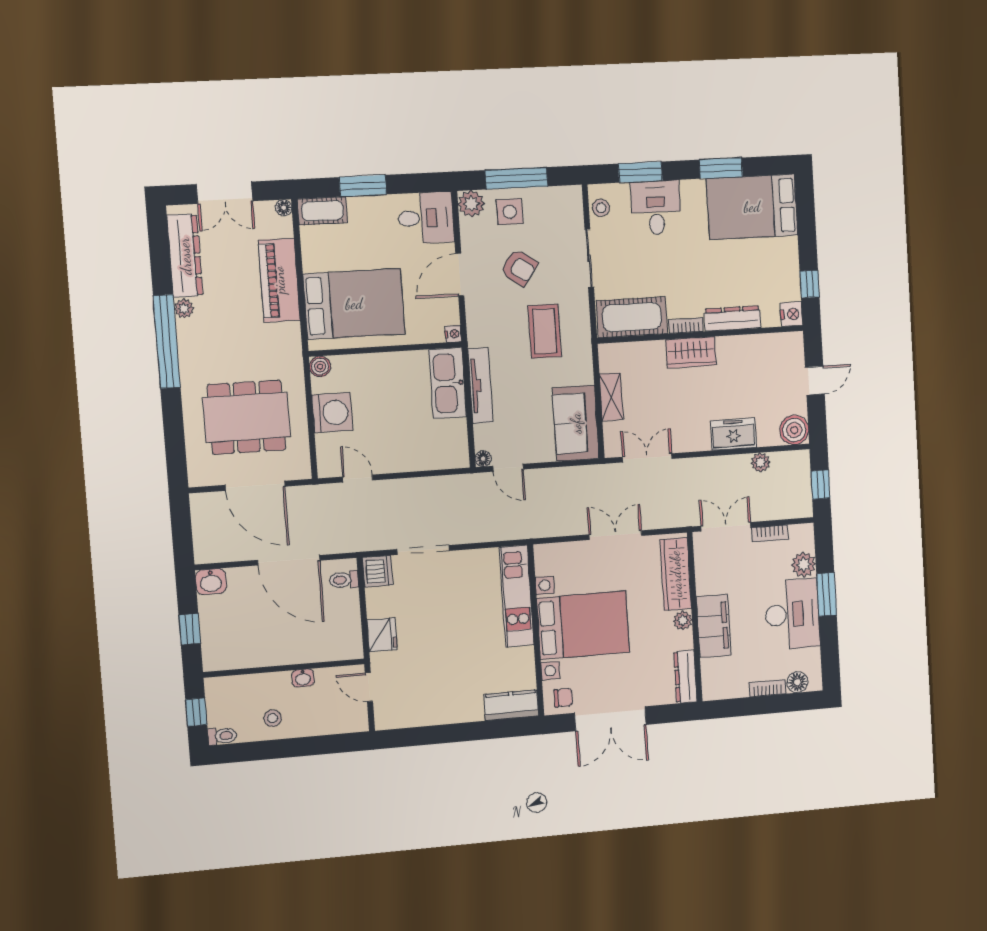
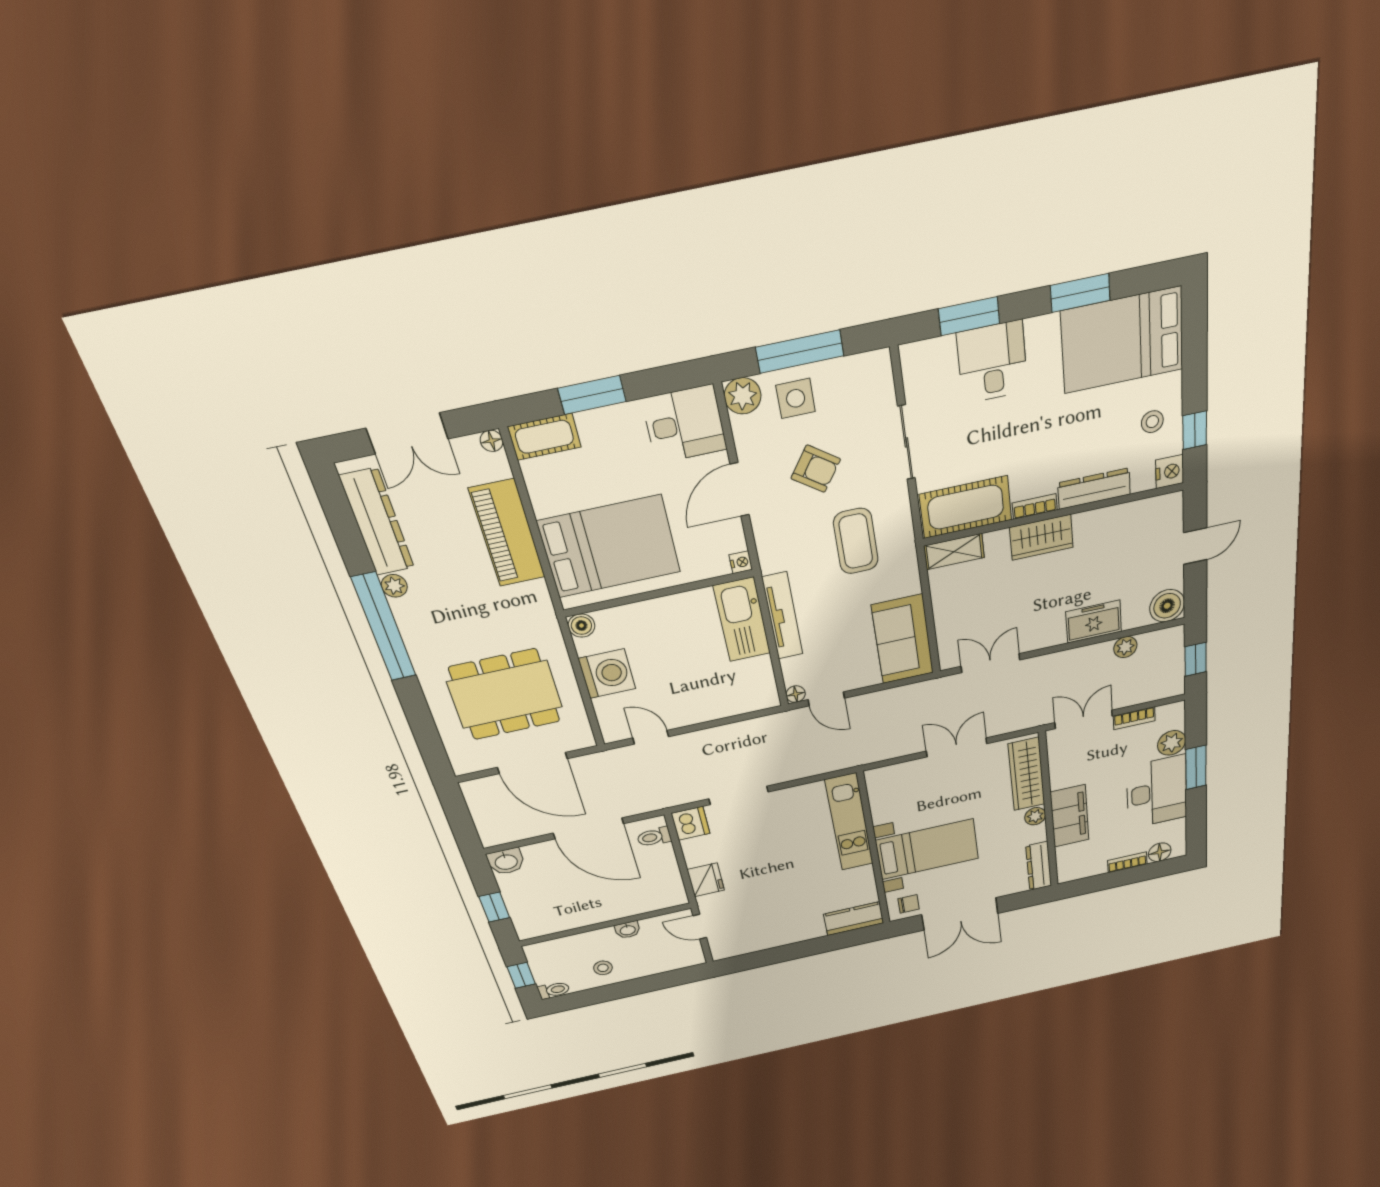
stool: (601, 208) -> (1152, 422), moved
shelving: (611, 397) -> (954, 552), moved, turned 90
bed with nightstands: (583, 625) -> (927, 849), width x0.73

